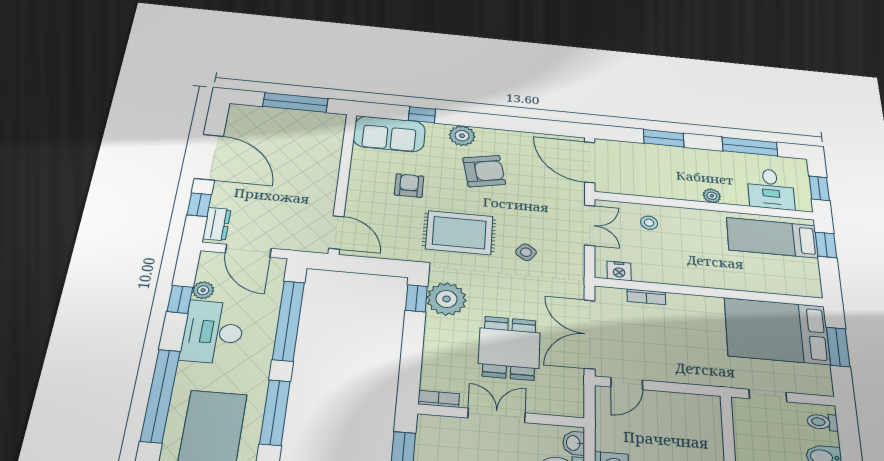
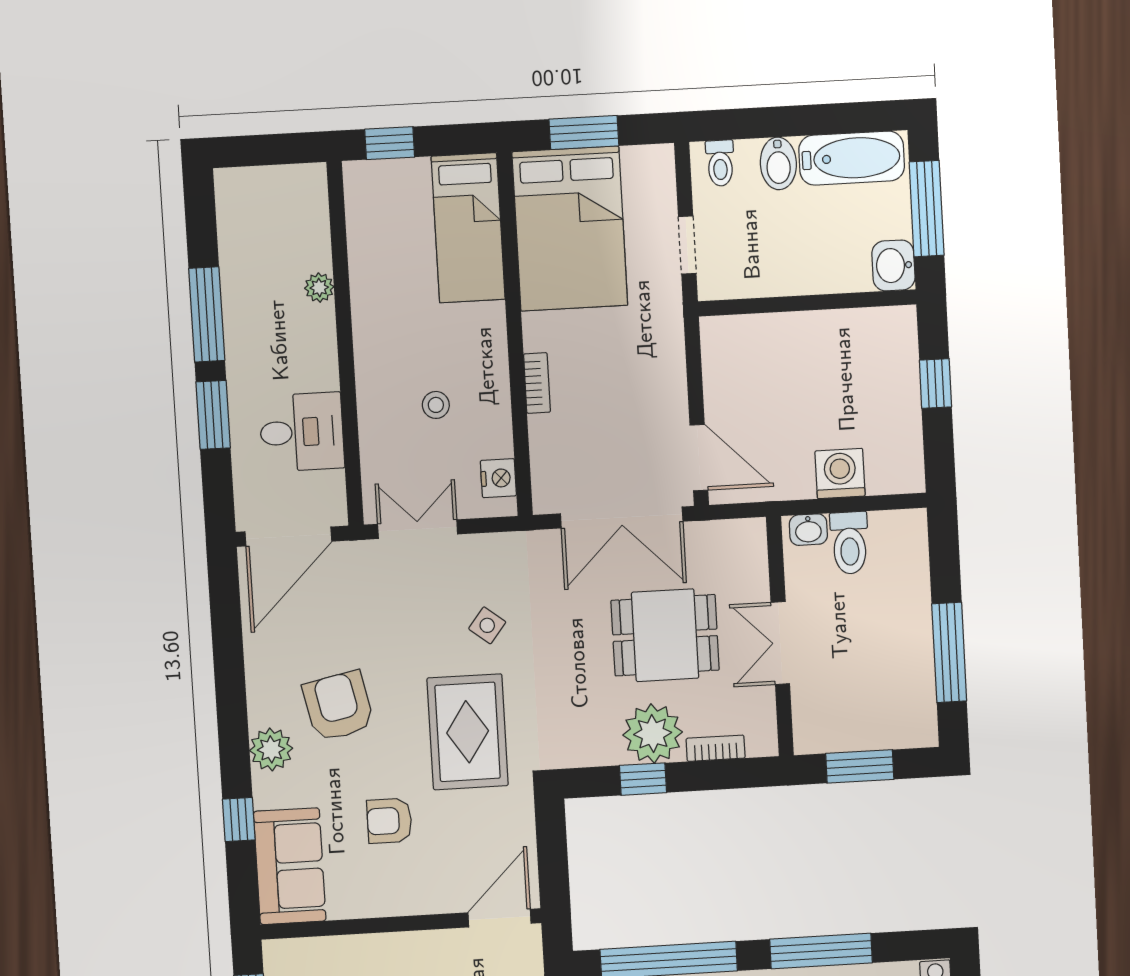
window: (750, 147) -> (207, 314), moved
window: (819, 188) -> (273, 149), removed
desk: (771, 189) -> (302, 432), moved
plant: (712, 196) -> (319, 288), moved
stool: (649, 223) -> (436, 405), moved
bed: (772, 238) -> (468, 228), moved
bookcase: (646, 297) -> (537, 383), moved
window: (416, 298) -> (643, 779), moved
plant: (447, 299) -> (653, 734), moved
door: (627, 384) -> (699, 458), width x1.38
bookcase: (439, 399) -> (716, 748), moved, turned 90

